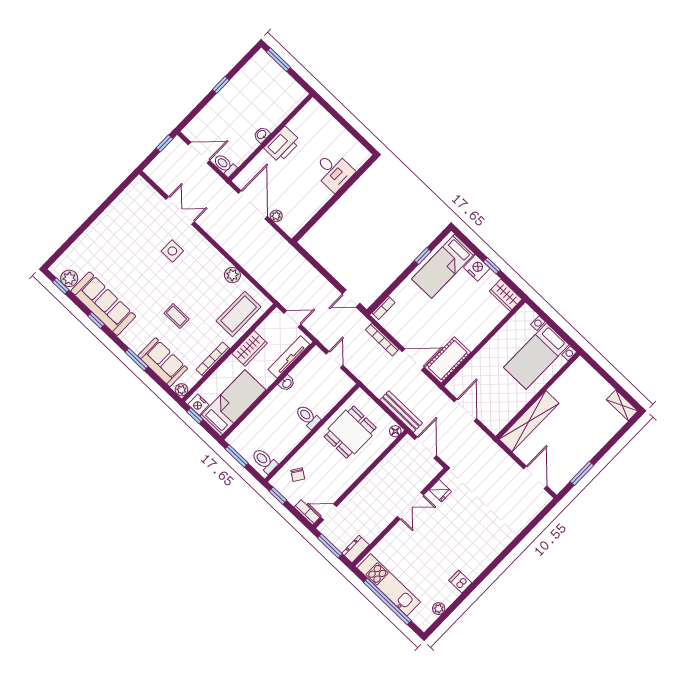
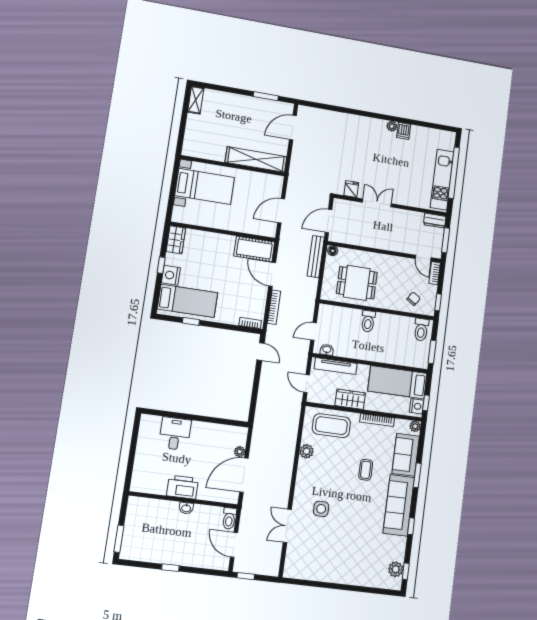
sofa: (103, 304) -> (399, 505), moved
washbasin: (287, 383) -> (327, 350), moved
plant: (439, 609) -> (392, 126), moved

